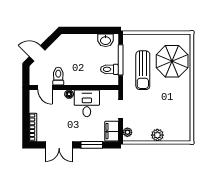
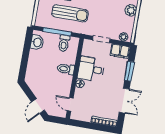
toilet: (58, 76) -> (66, 69), moved
door: (45, 88) -> (70, 104), swing flipped

